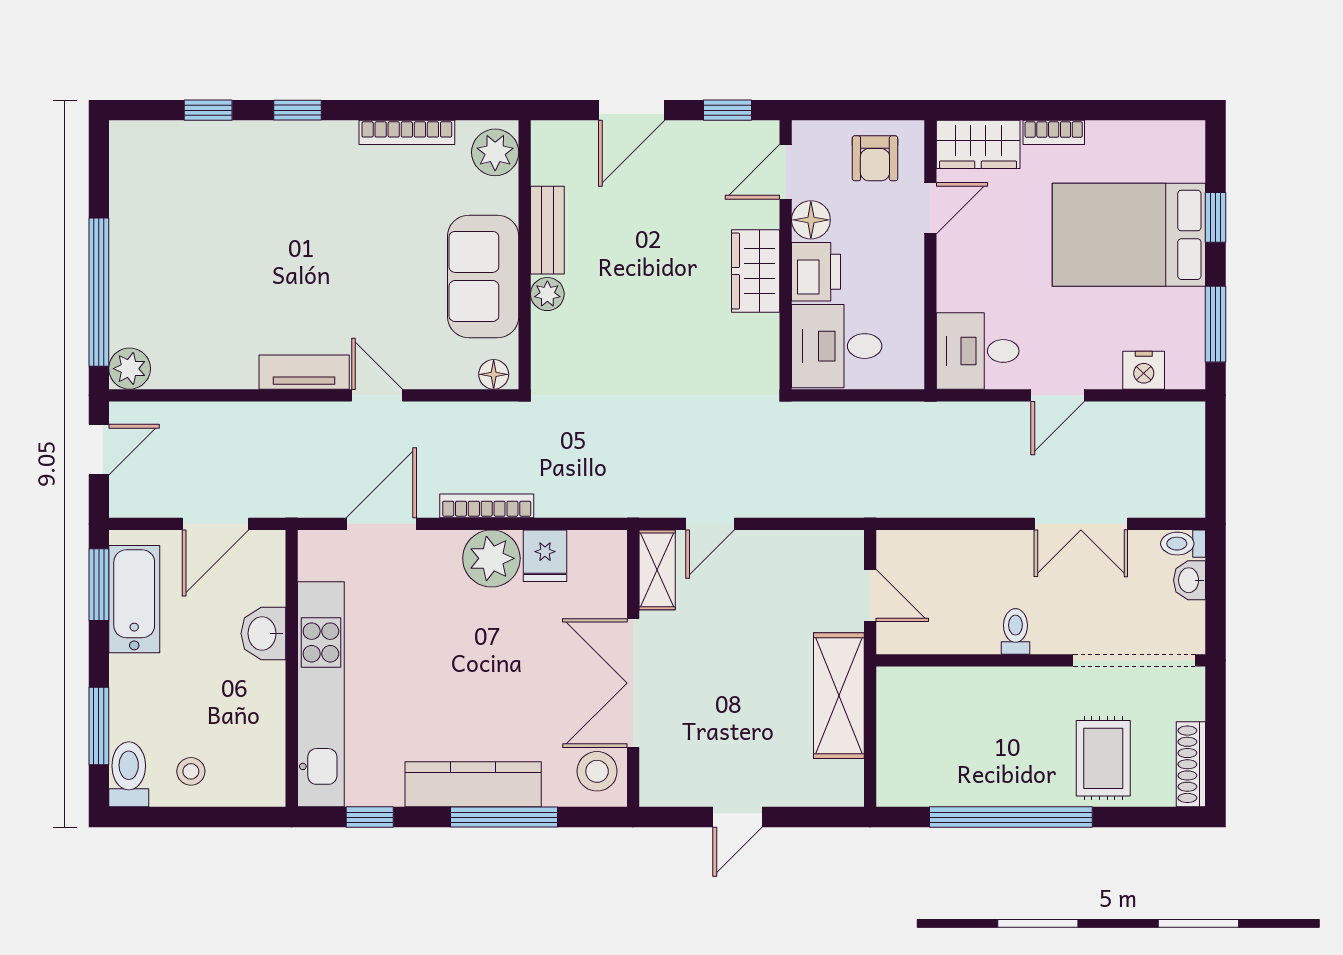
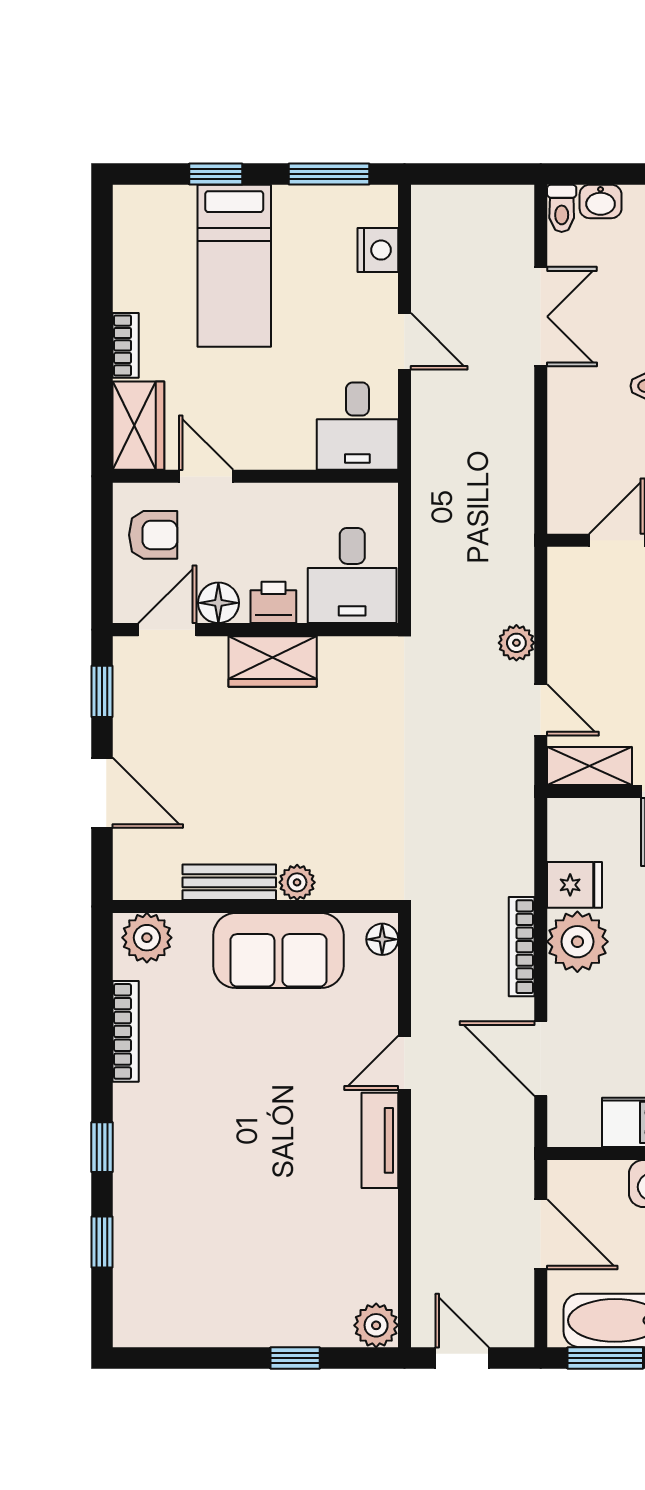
door: (786, 172) -> (167, 630), swing flipped
bed: (1129, 235) -> (234, 266), width x0.67
printer: (816, 272) -> (273, 602), width x0.73, depth x0.81
window: (99, 292) -> (295, 1358), width x0.32
plant: (773, 501) -> (516, 643), added

